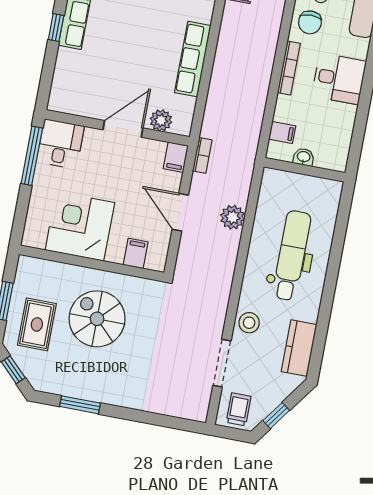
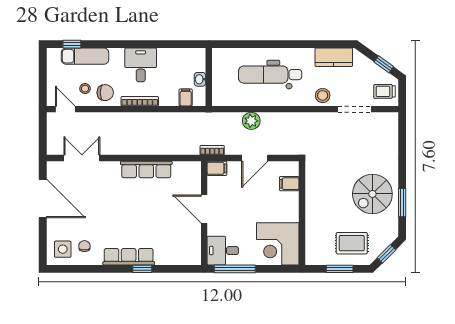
plant: (161, 120) -> (193, 184), removed
corner desk: (80, 226) -> (278, 244), moved
spiral stairs: (97, 319) -> (372, 194), moved

